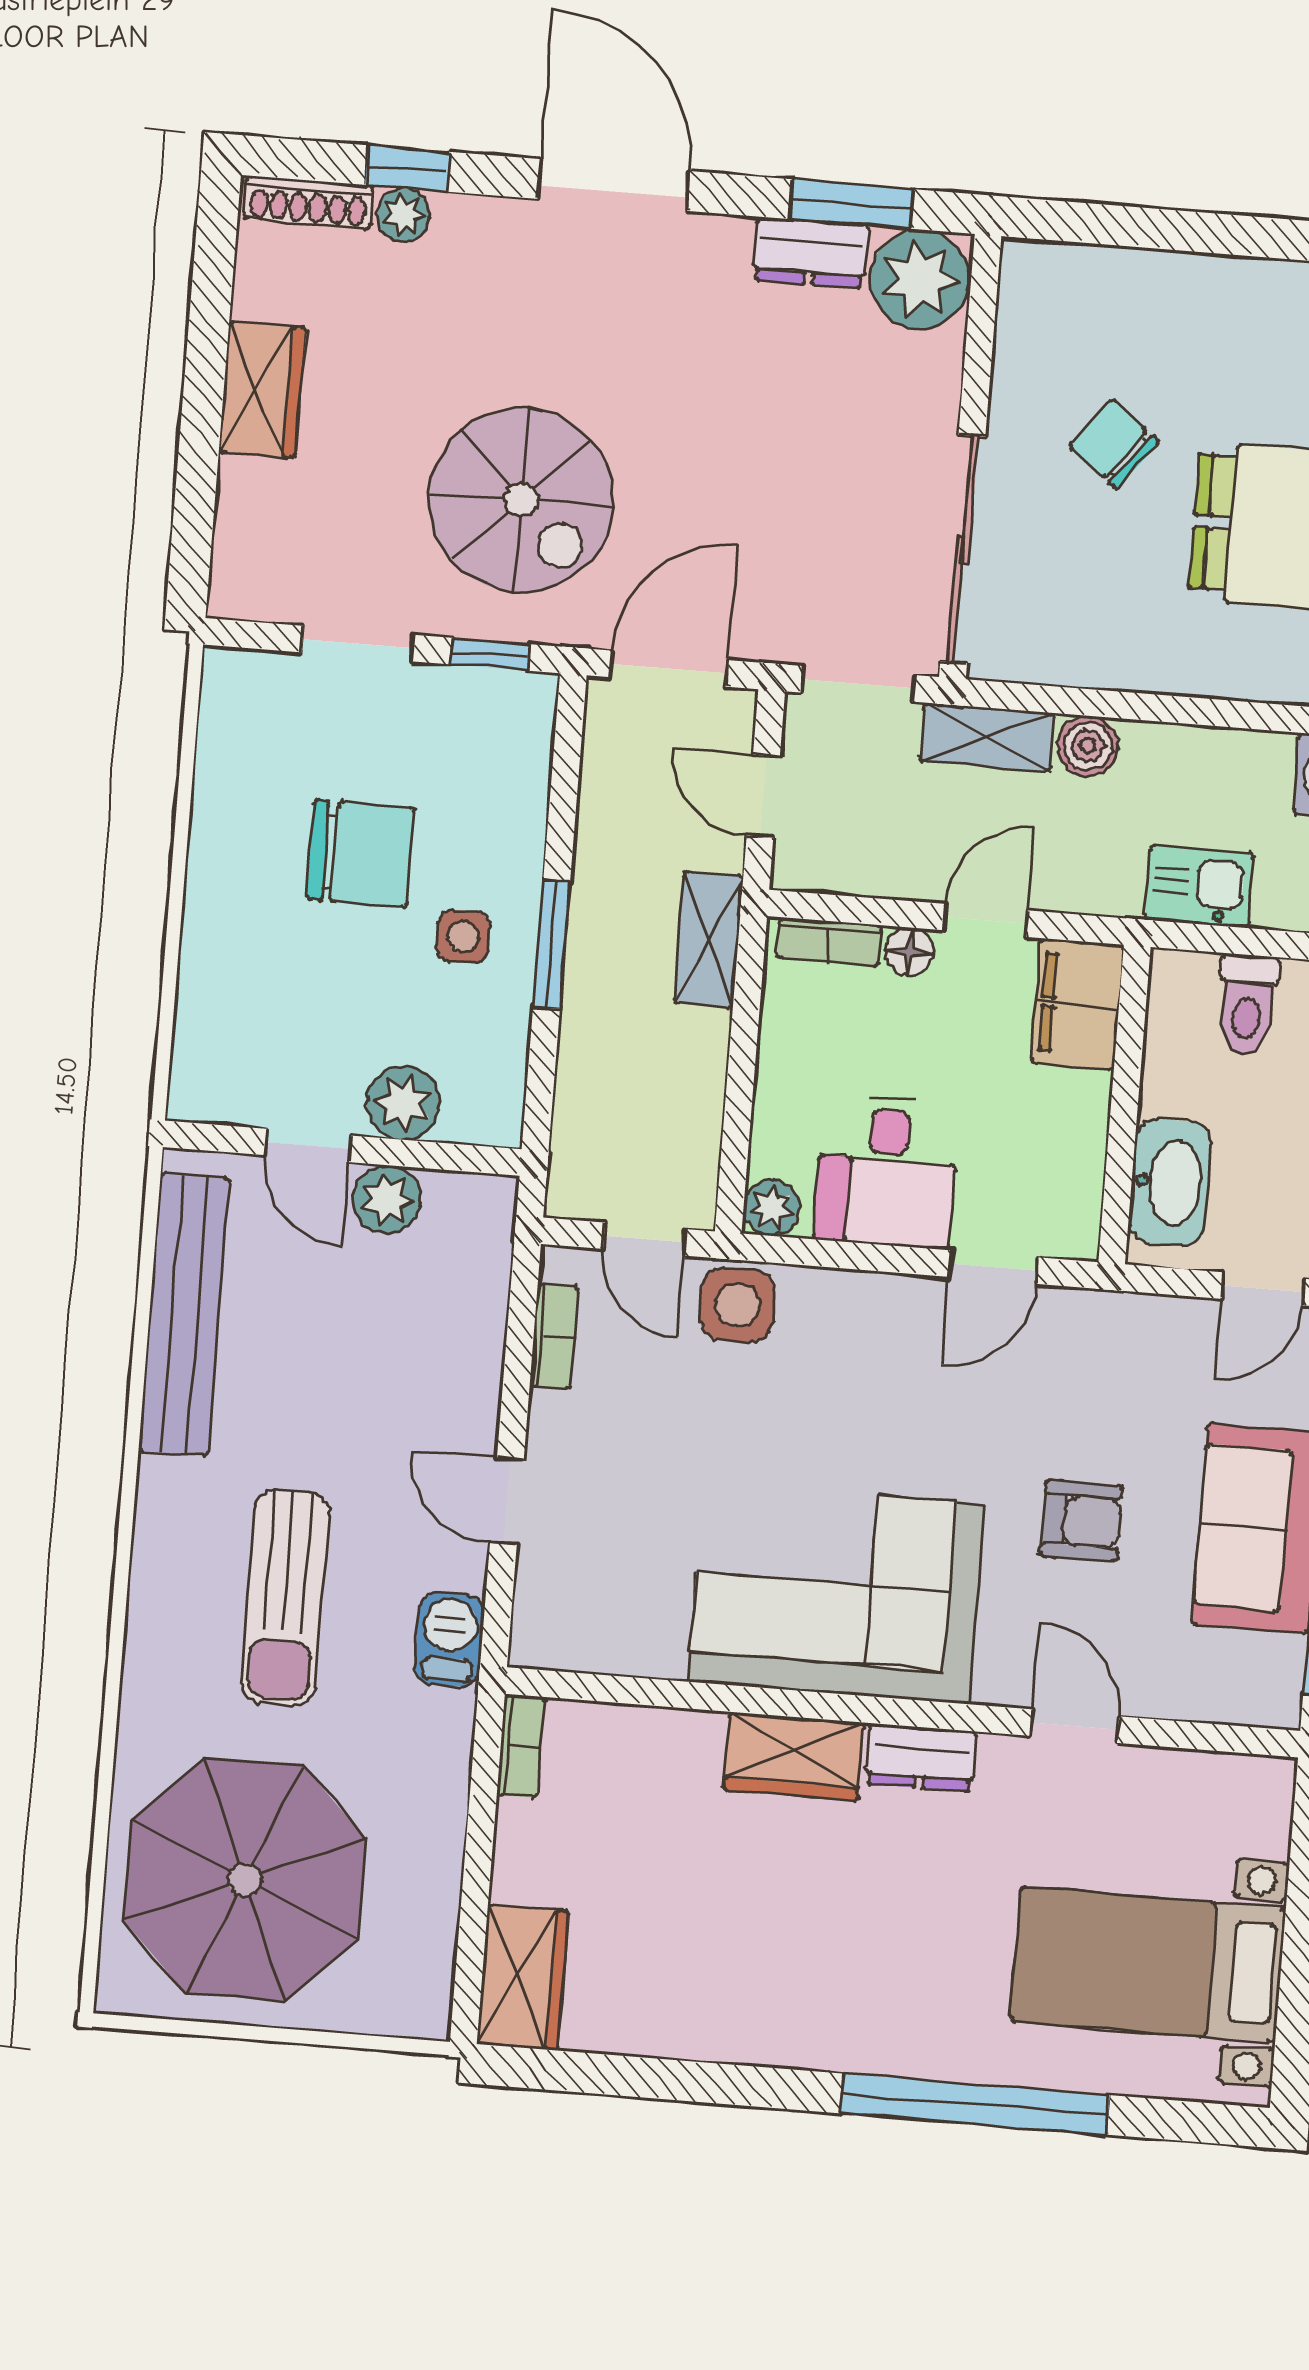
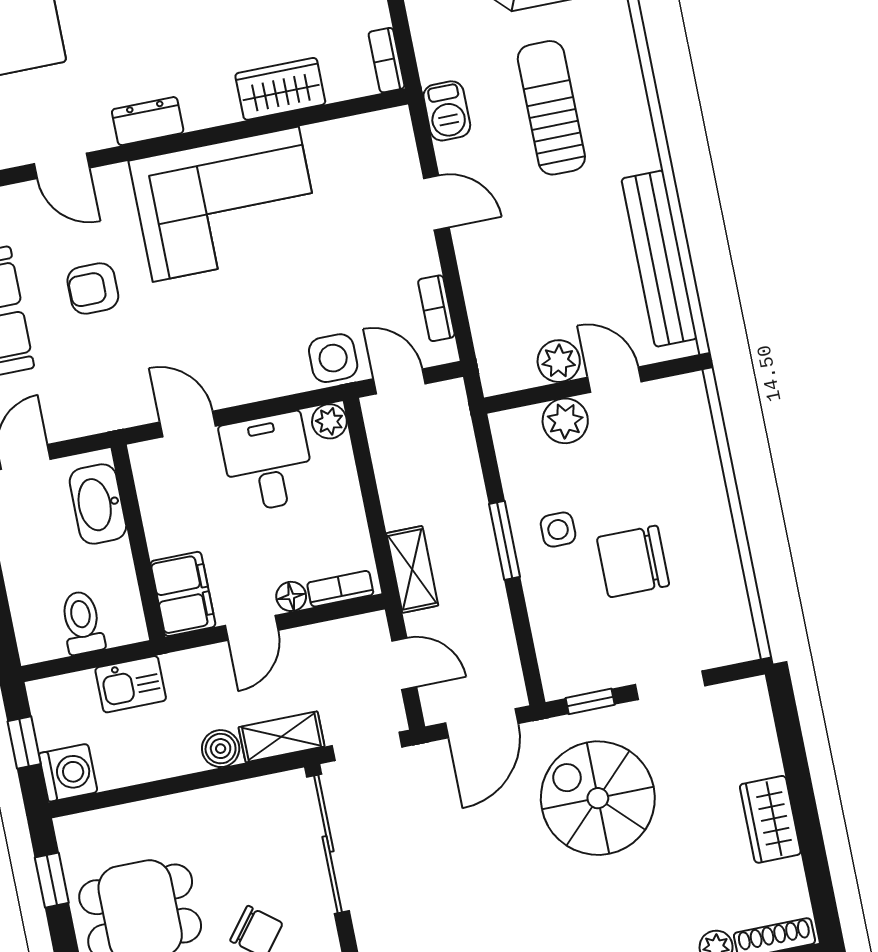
door: (994, 1267) -> (188, 424), hinge flipped
wardrobe: (794, 1756) -> (280, 89), moved

